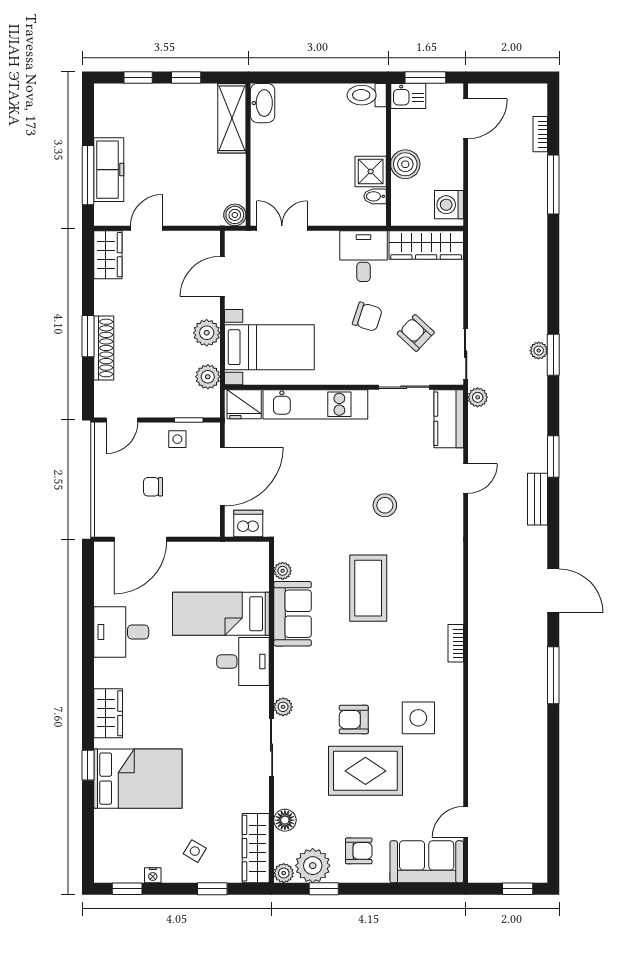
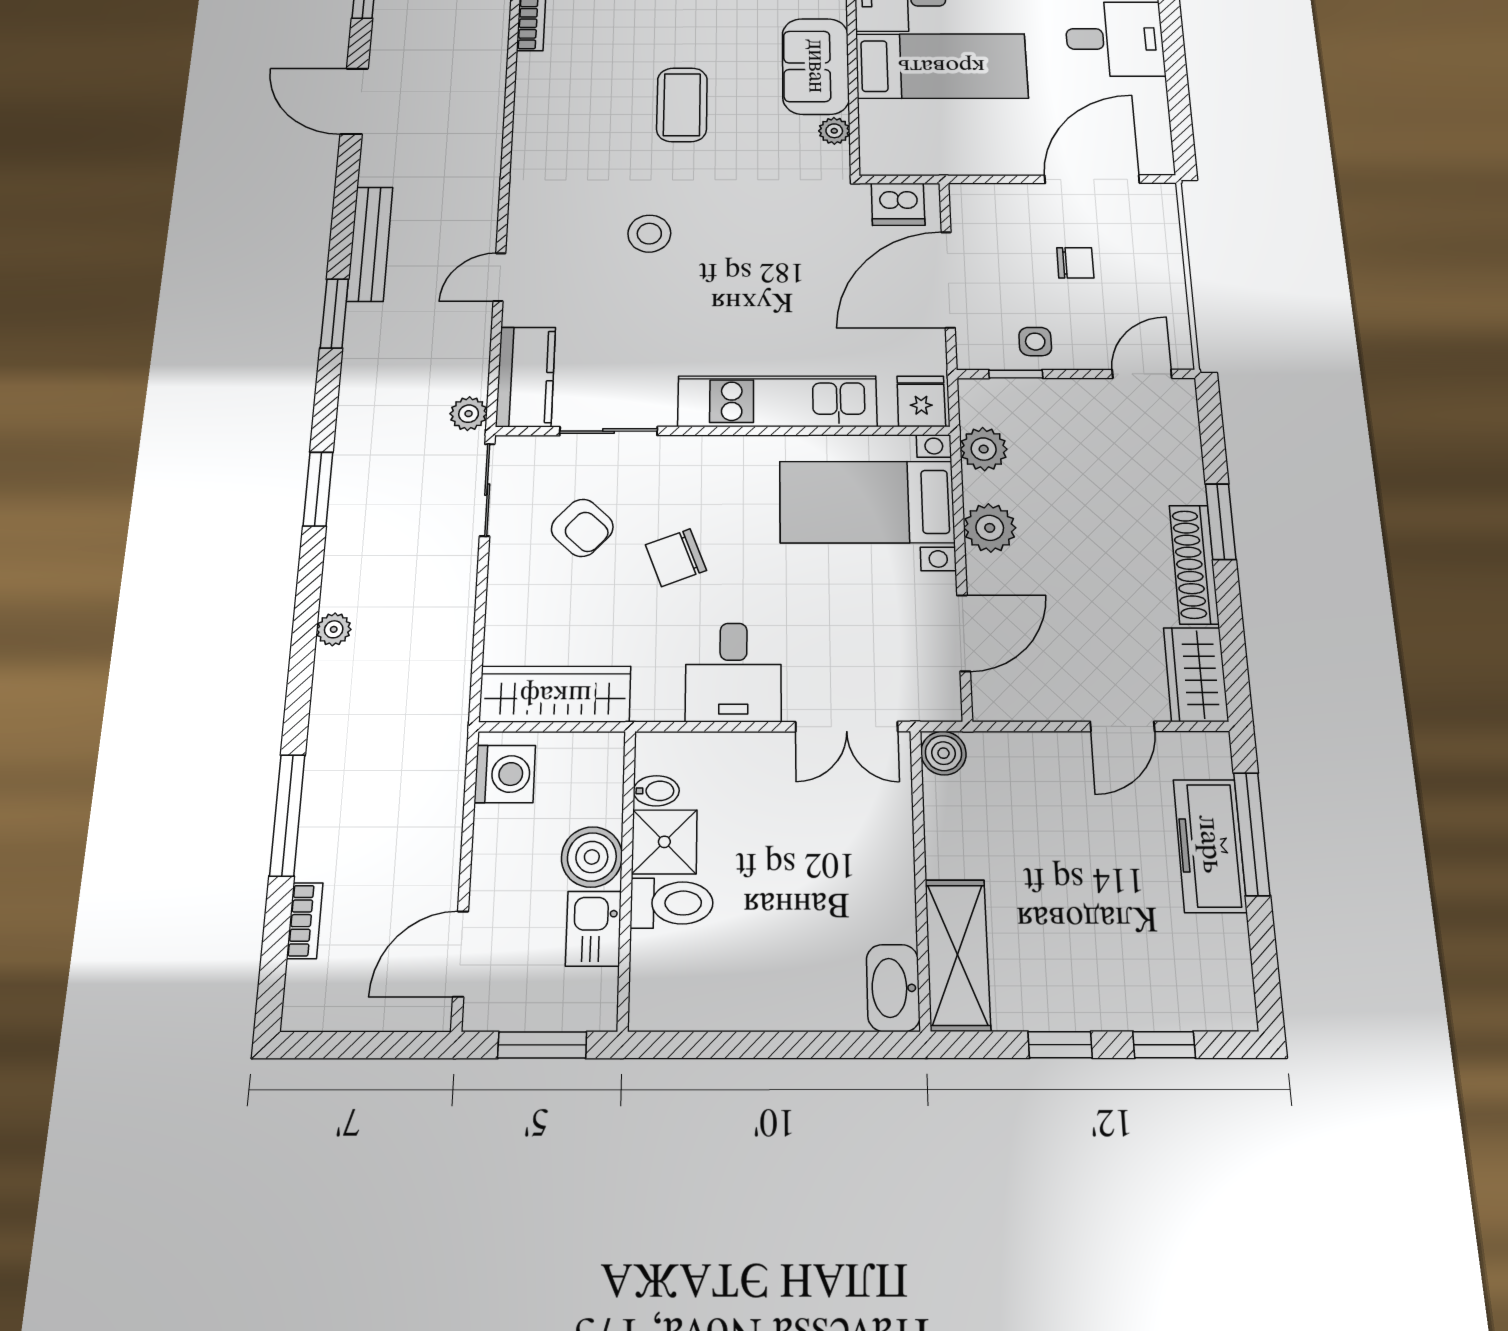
toilet: (367, 95) -> (672, 903), moved
kitchen sink: (408, 96) -> (593, 929), moved, turned -90
desk: (363, 256) -> (733, 672), moved
chair: (367, 317) -> (676, 558), turned -39
shoe rack: (104, 348) -> (1194, 564), moved
plant: (539, 351) -> (334, 629), moved
fridge: (244, 404) -> (921, 401), width x0.72
bench: (537, 499) -> (370, 244), width x1.36
coffee table: (368, 588) -> (682, 105), width x0.73, depth x0.76

